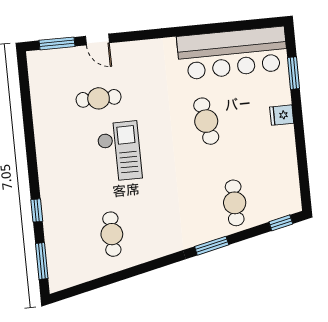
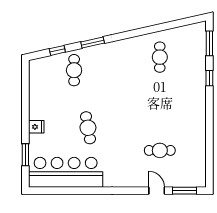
checkout: (119, 151) -> (149, 113), removed
window: (281, 223) -> (57, 50), moved

